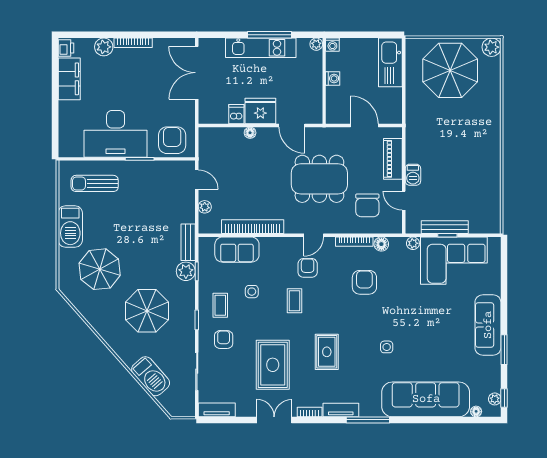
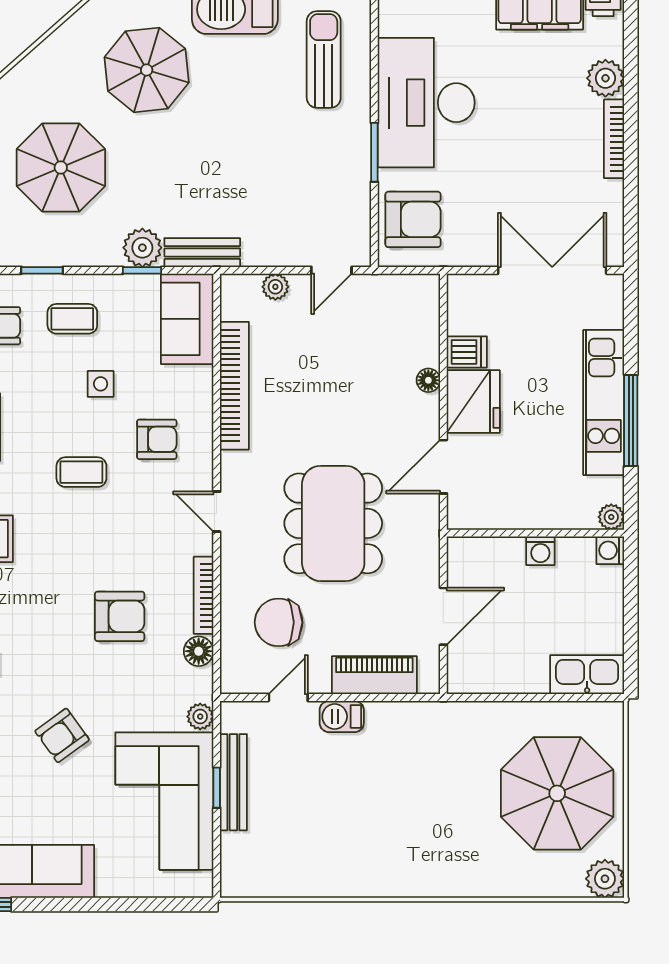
kitchen sink: (390, 62) -> (587, 675), width x0.73, depth x0.81
sofa: (237, 250) -> (187, 319), moved
armchair: (308, 268) -> (157, 439), moved
armchair: (422, 310) -> (62, 735), added

